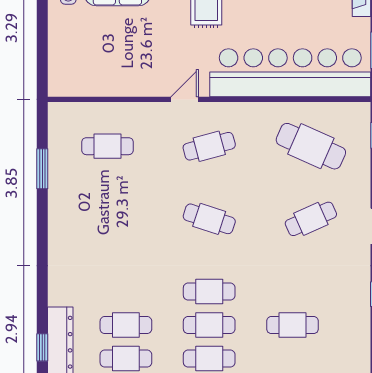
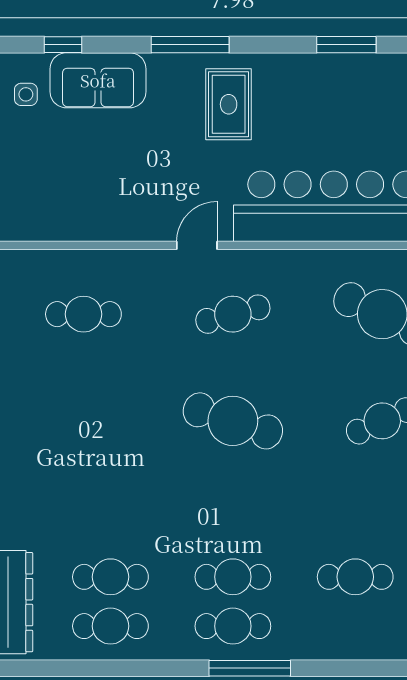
cafe table: (209, 219) -> (233, 421), width x1.37, depth x1.35
cafe table: (209, 292) -> (233, 528), removed

